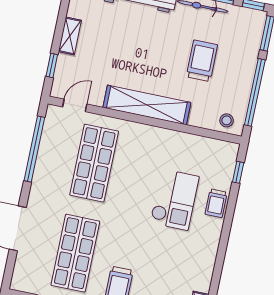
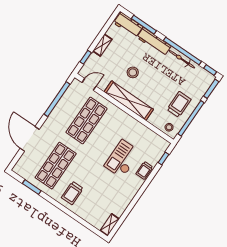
stool: (135, 59) -> (133, 72), added
trolley: (202, 61) -> (179, 104), moved
checkout: (174, 200) -> (122, 159), turned 180

